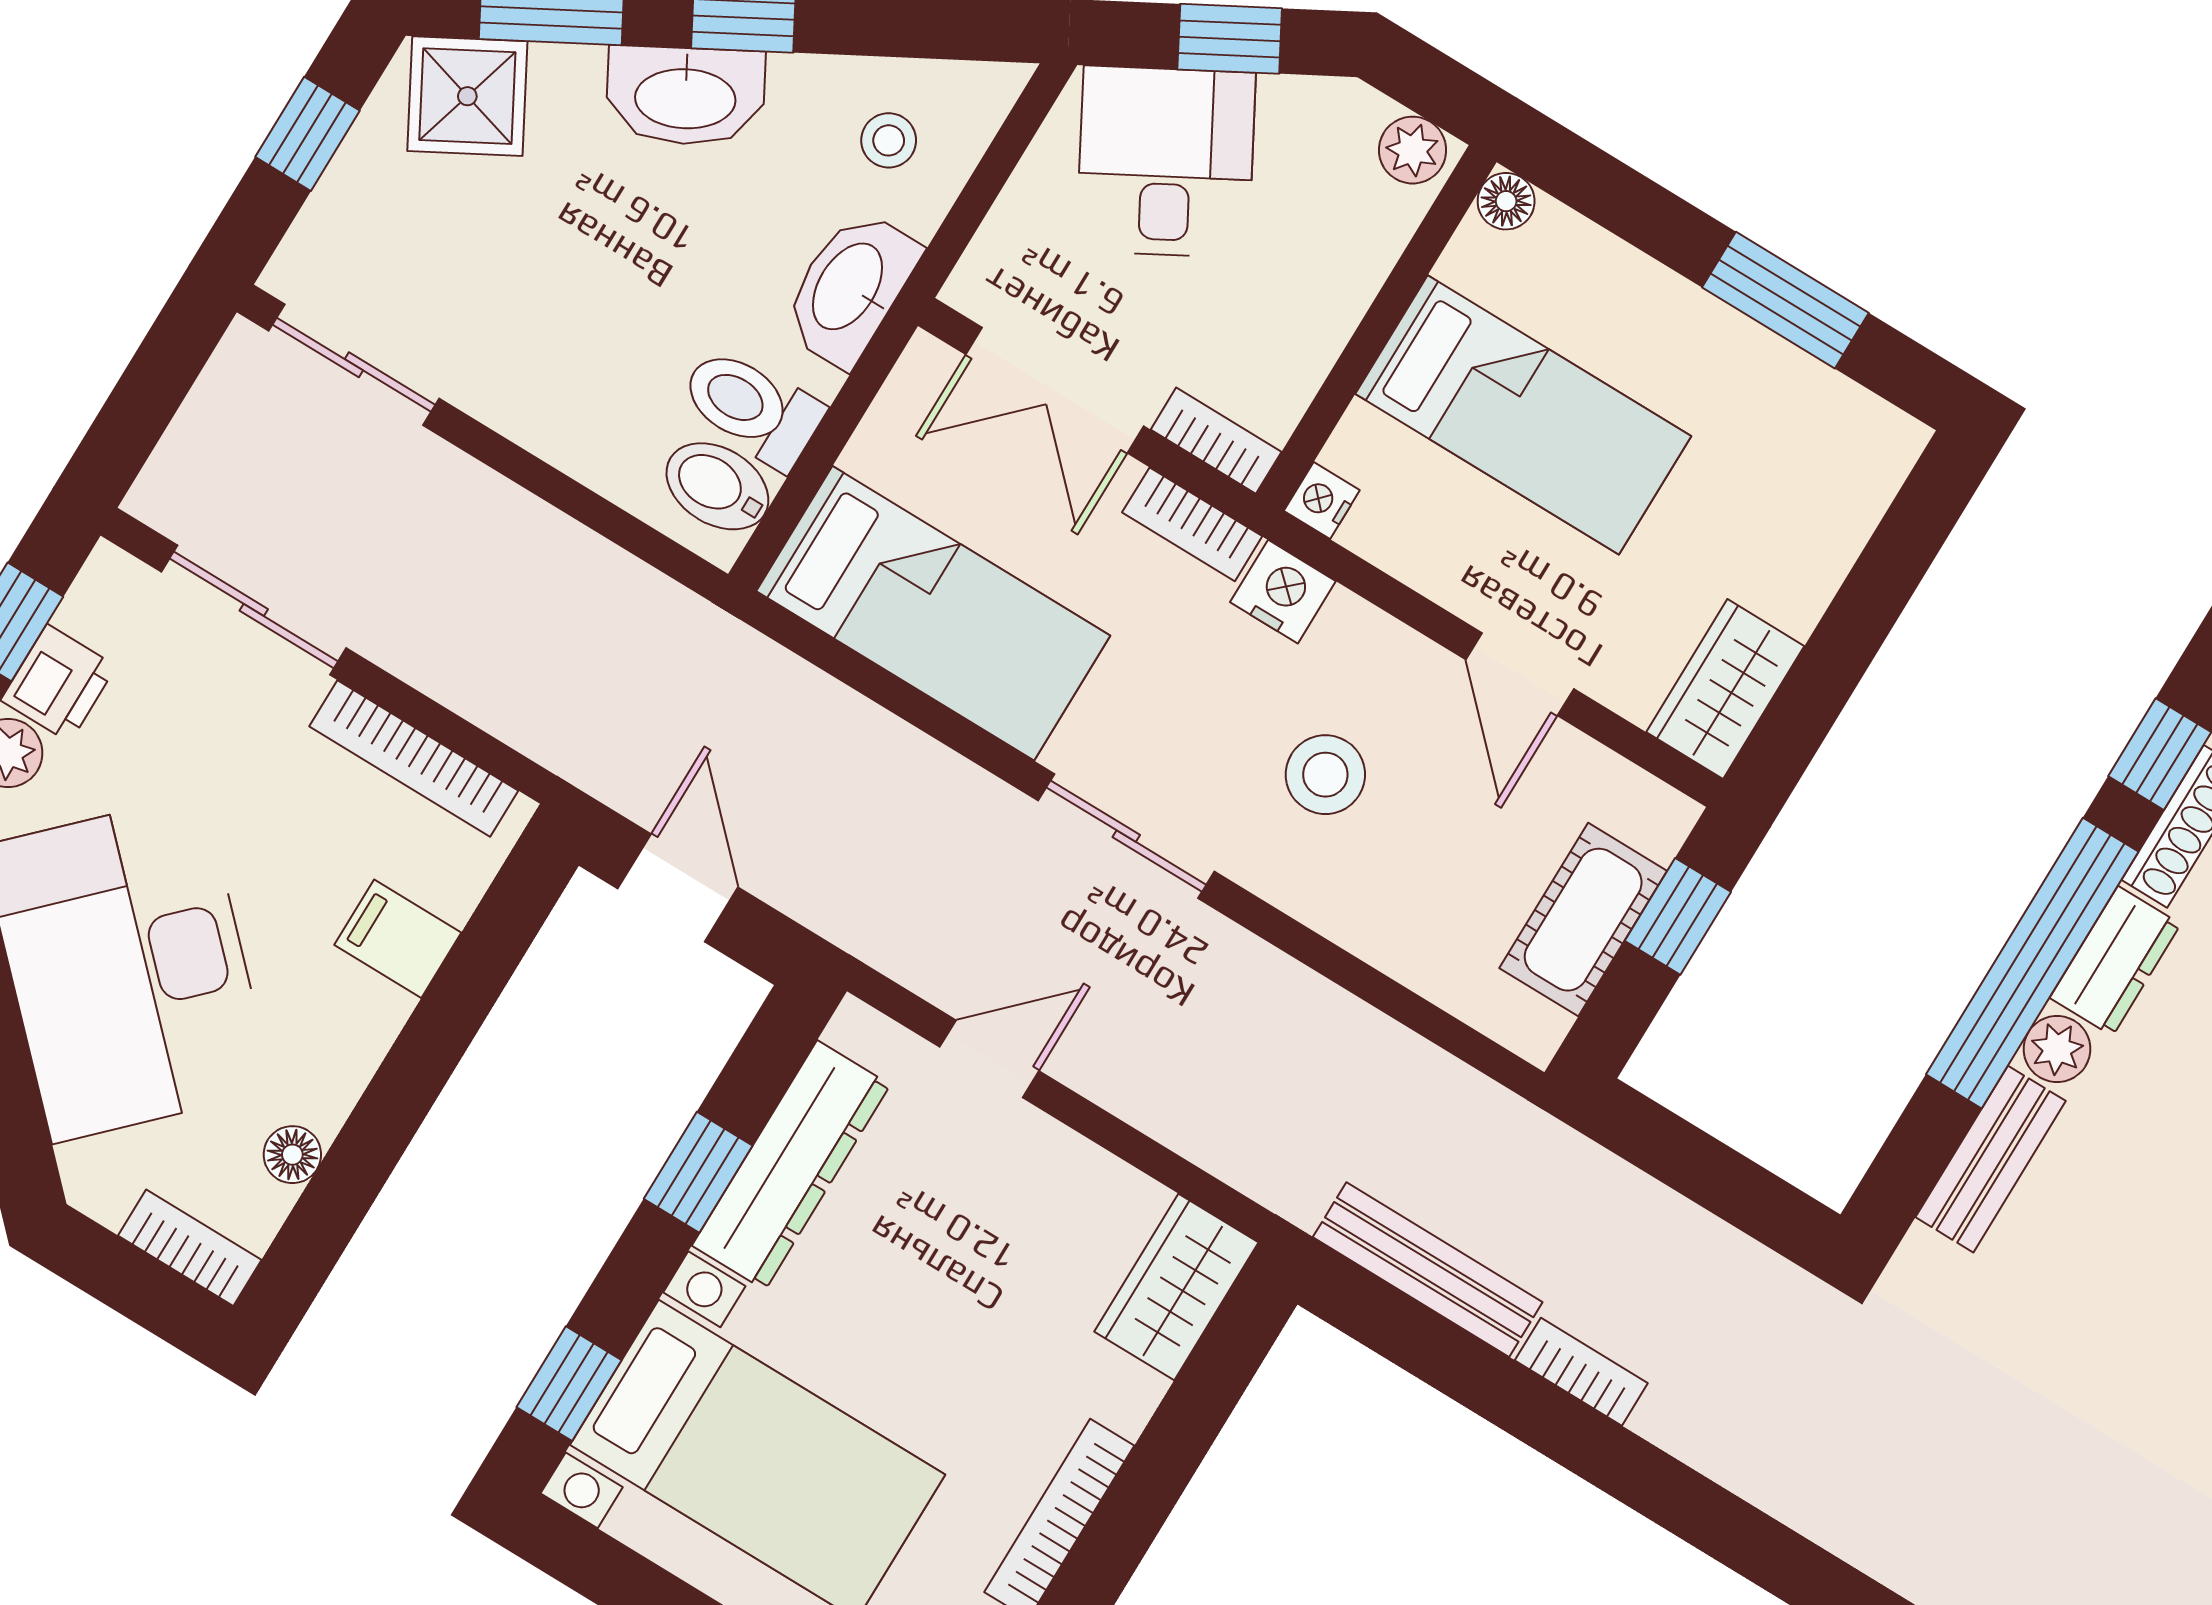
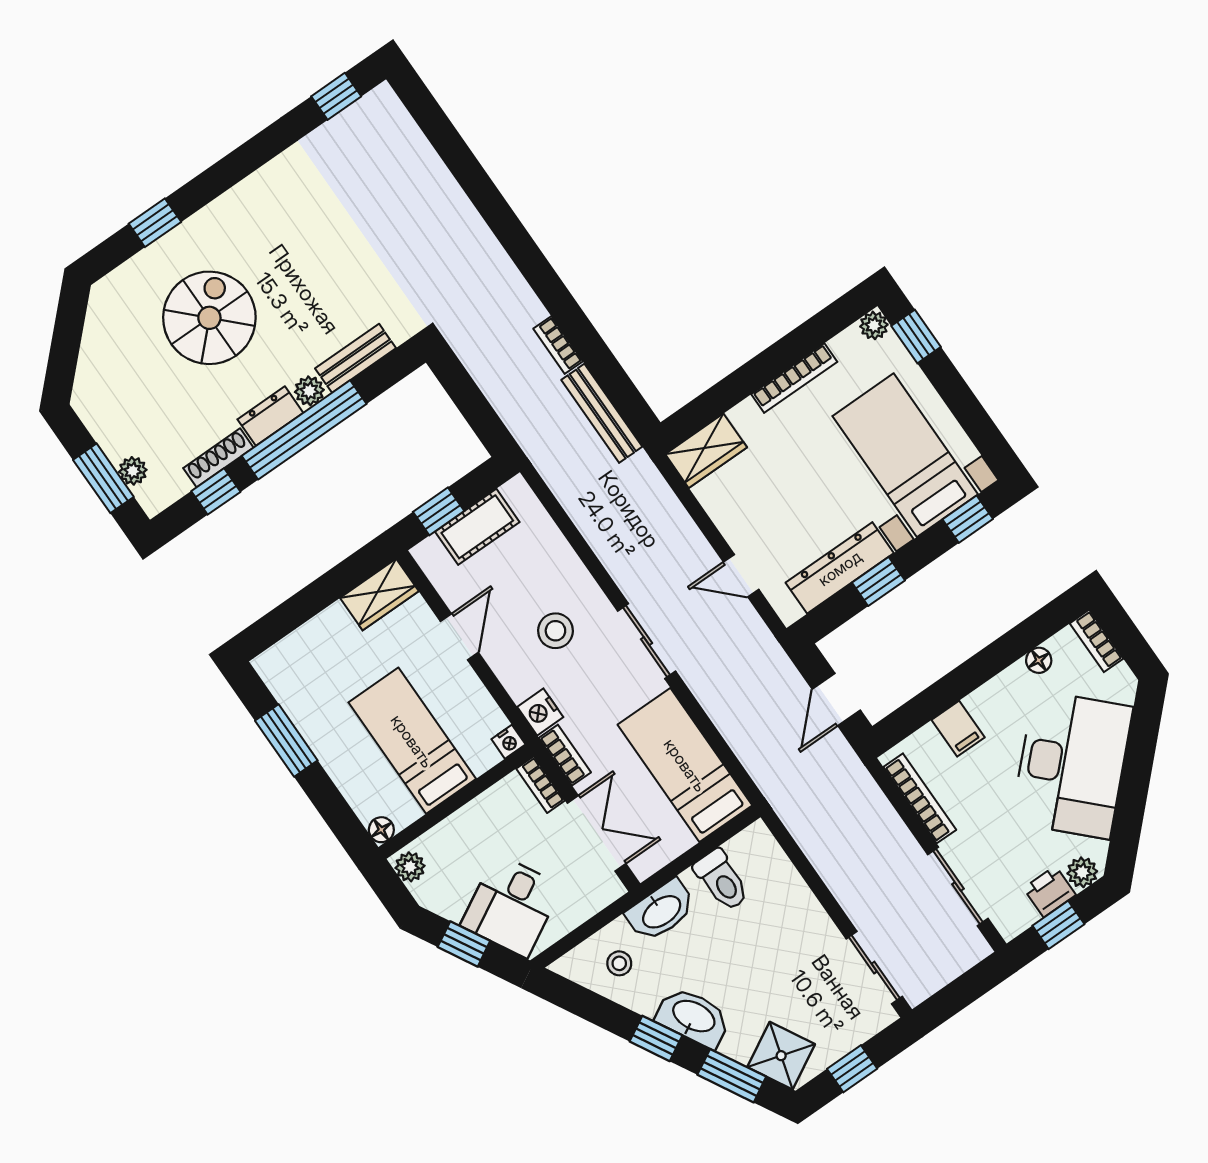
bidet: (717, 486) -> (749, 854), removed

